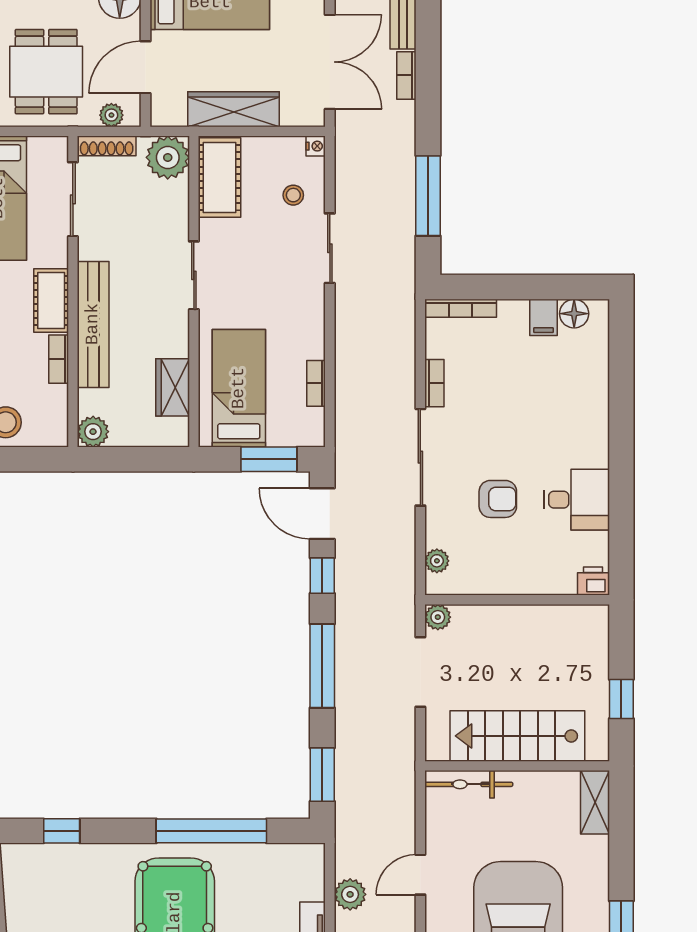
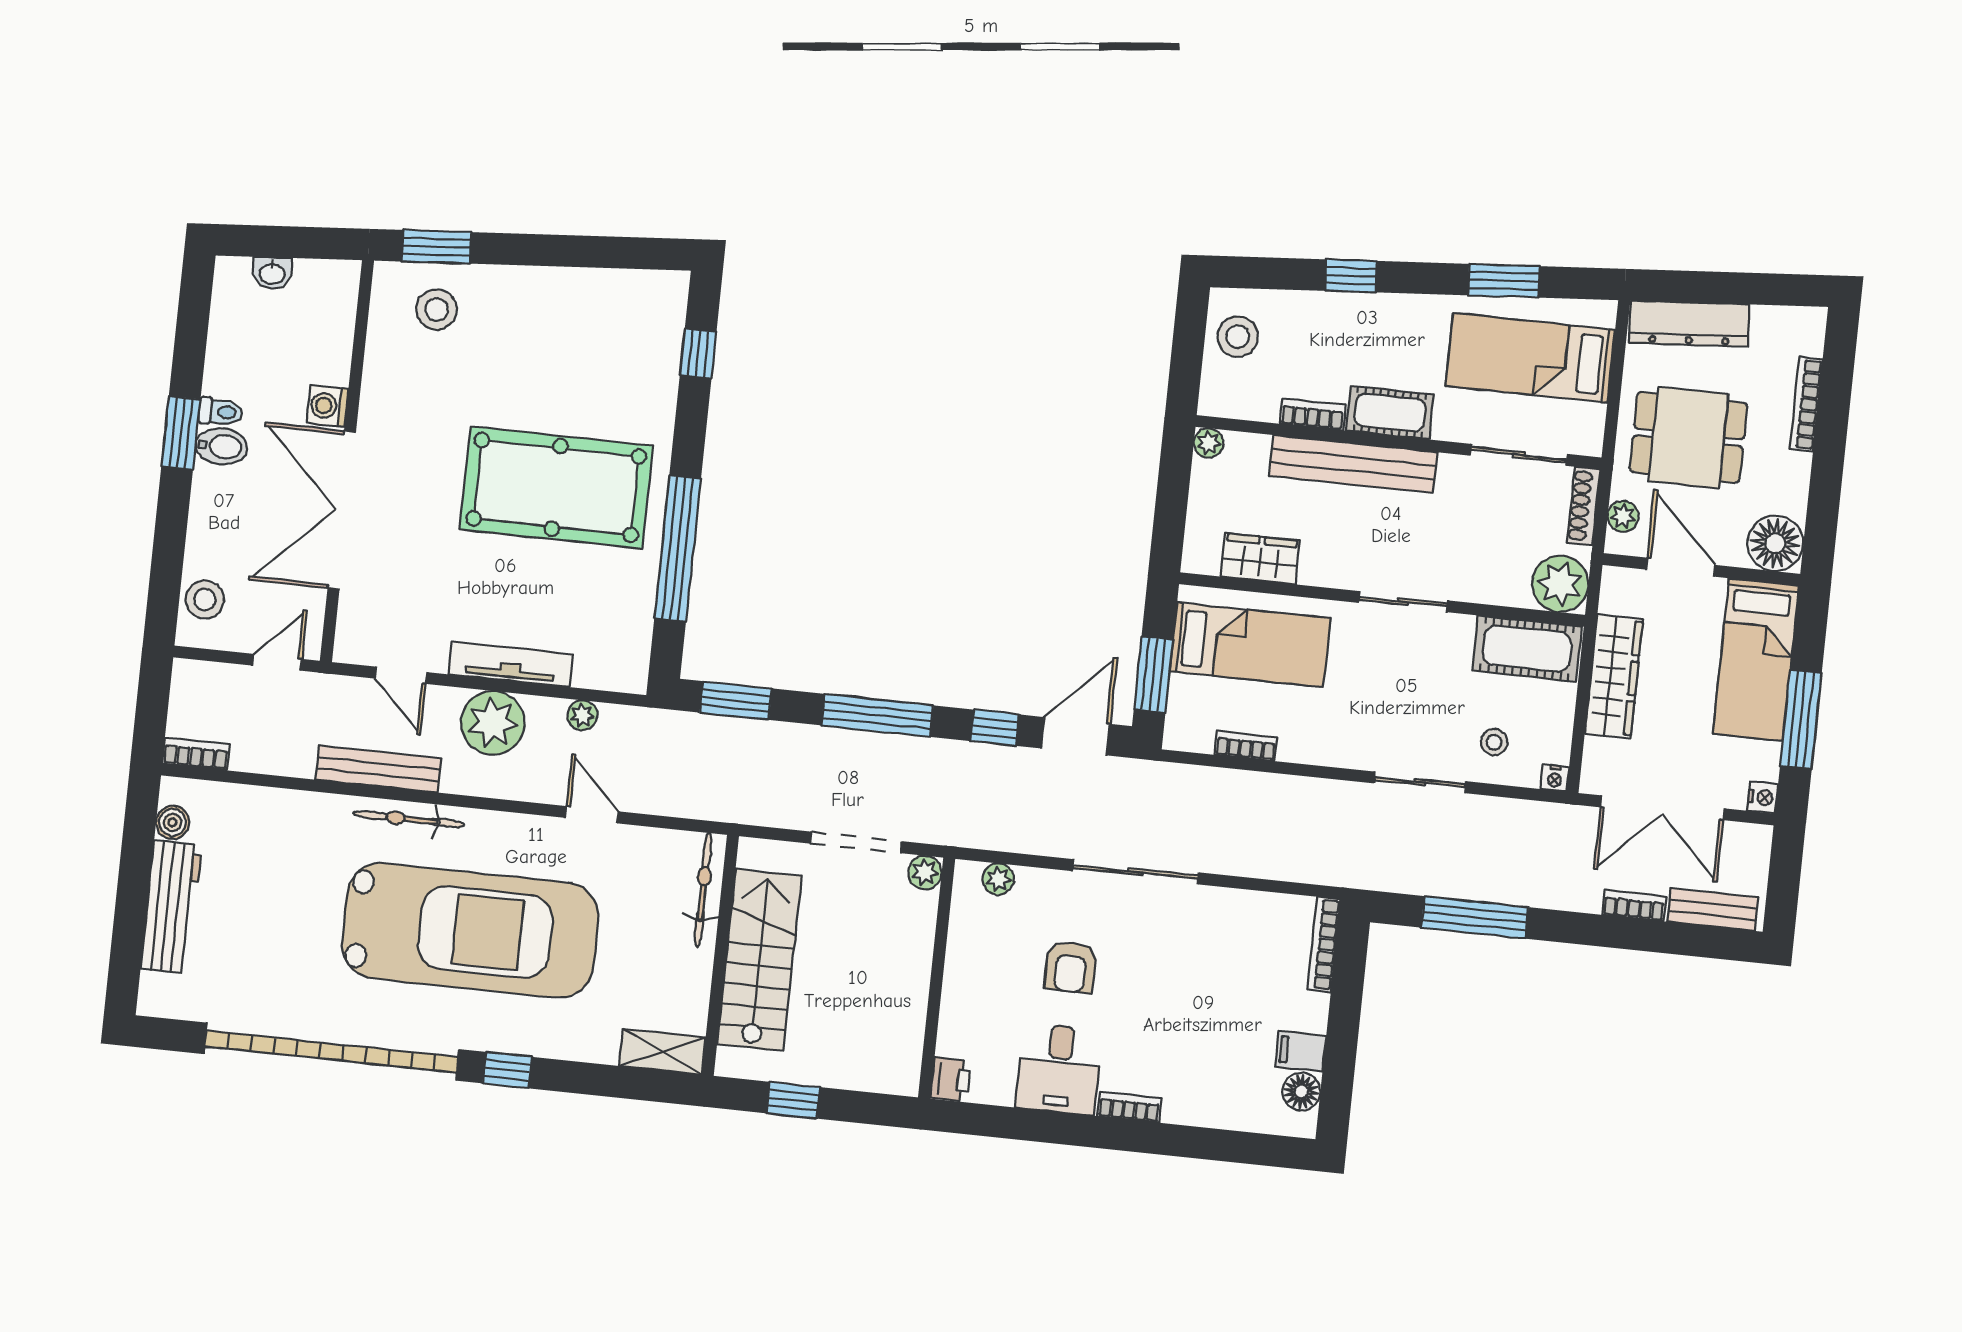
bookcase: (434, 383) -> (1129, 1107), moved, turned 180
plant: (93, 432) -> (1209, 443), width x0.73, depth x0.73
plant: (350, 894) -> (582, 715), width x0.73, depth x0.73

